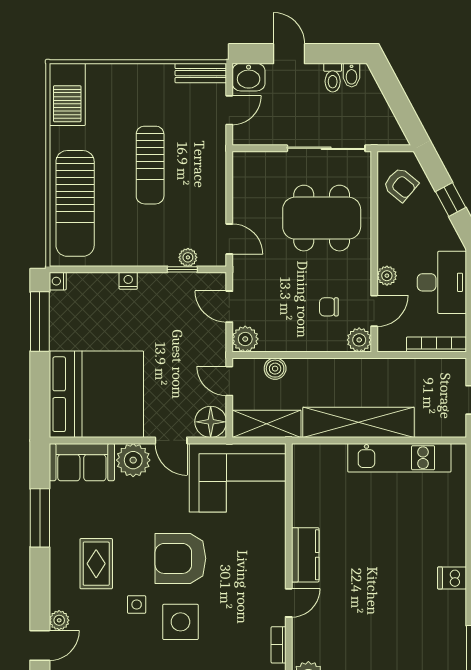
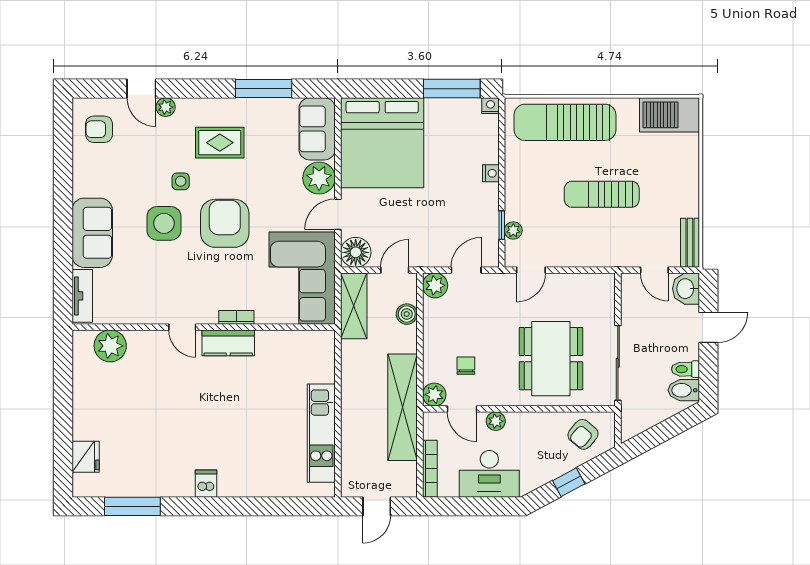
bidet: (352, 75) -> (684, 390), width x1.38, depth x1.36
shelving: (359, 422) -> (403, 407), moved
bookcase: (279, 645) -> (236, 317), moved

